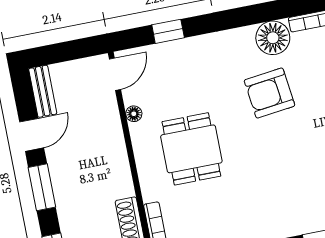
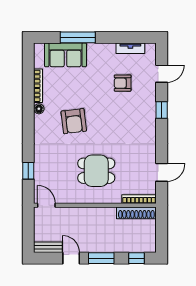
floor lamp: (273, 38) -> (39, 109), width x0.53, depth x0.53
floor lamp: (134, 114) -> (70, 199), removed

